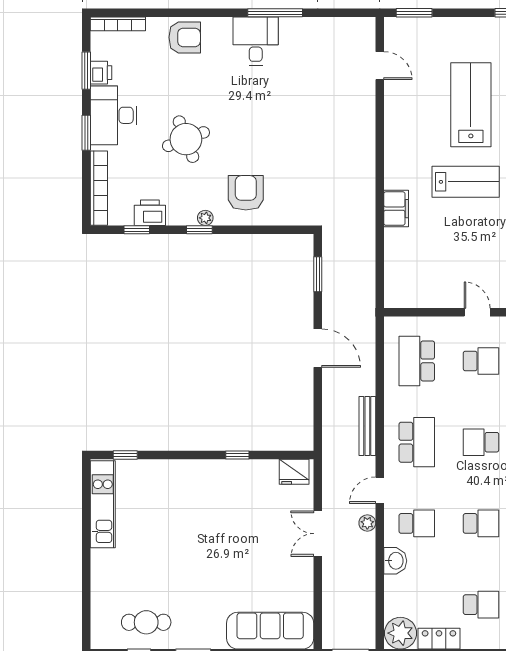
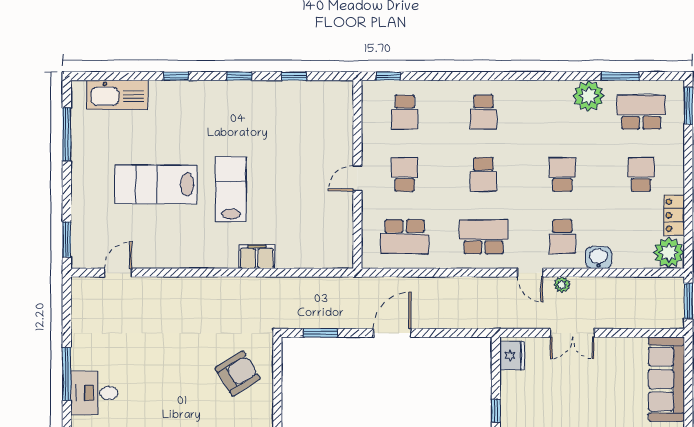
armchair: (246, 193) -> (238, 373), moved, turned 148
bench: (367, 426) -> (468, 285), removed
school desk: (417, 523) -> (562, 237), turned 180

